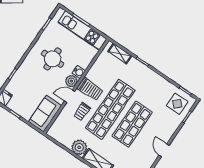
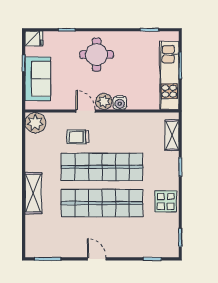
round table: (53, 59) -> (97, 55), moved
trolley: (90, 89) -> (109, 129), removed
display table: (177, 104) -> (166, 201), moved
sofa: (45, 114) -> (38, 79), moved, turned 90
shop shelf: (132, 124) -> (102, 203), width x1.40
plant: (79, 147) -> (35, 123), moved
door: (164, 150) -> (97, 259), hinge flipped

